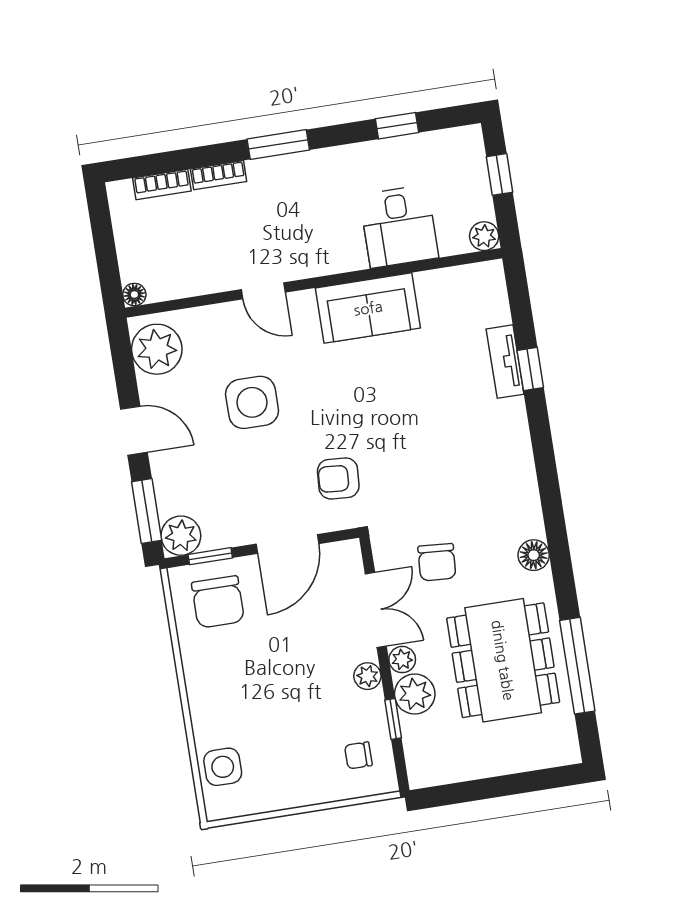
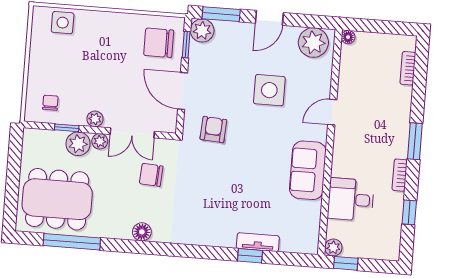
window: (499, 174) -> (346, 263), moved
bookcase: (219, 175) -> (400, 175), moved
dining table: (503, 660) -> (57, 199), moved

